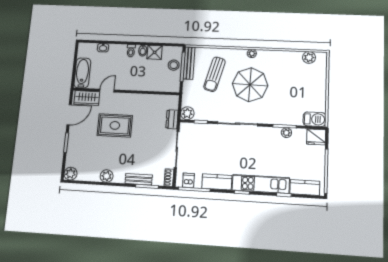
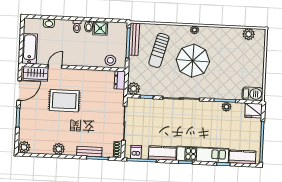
stool: (174, 65) -> (110, 60), moved
dresser: (172, 119) -> (120, 80), moved

